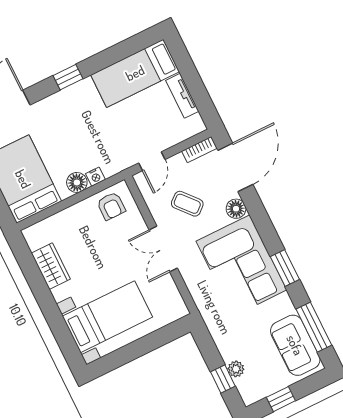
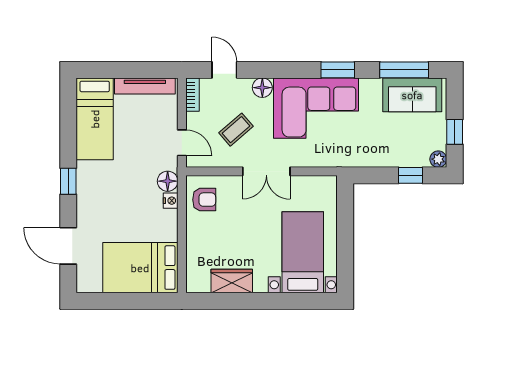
tv unit: (182, 96) -> (145, 86), width x1.41
door: (235, 167) -> (224, 70), width x0.53
floor lamp: (77, 182) -> (168, 181), moved
plant: (236, 369) -> (438, 159), moved

